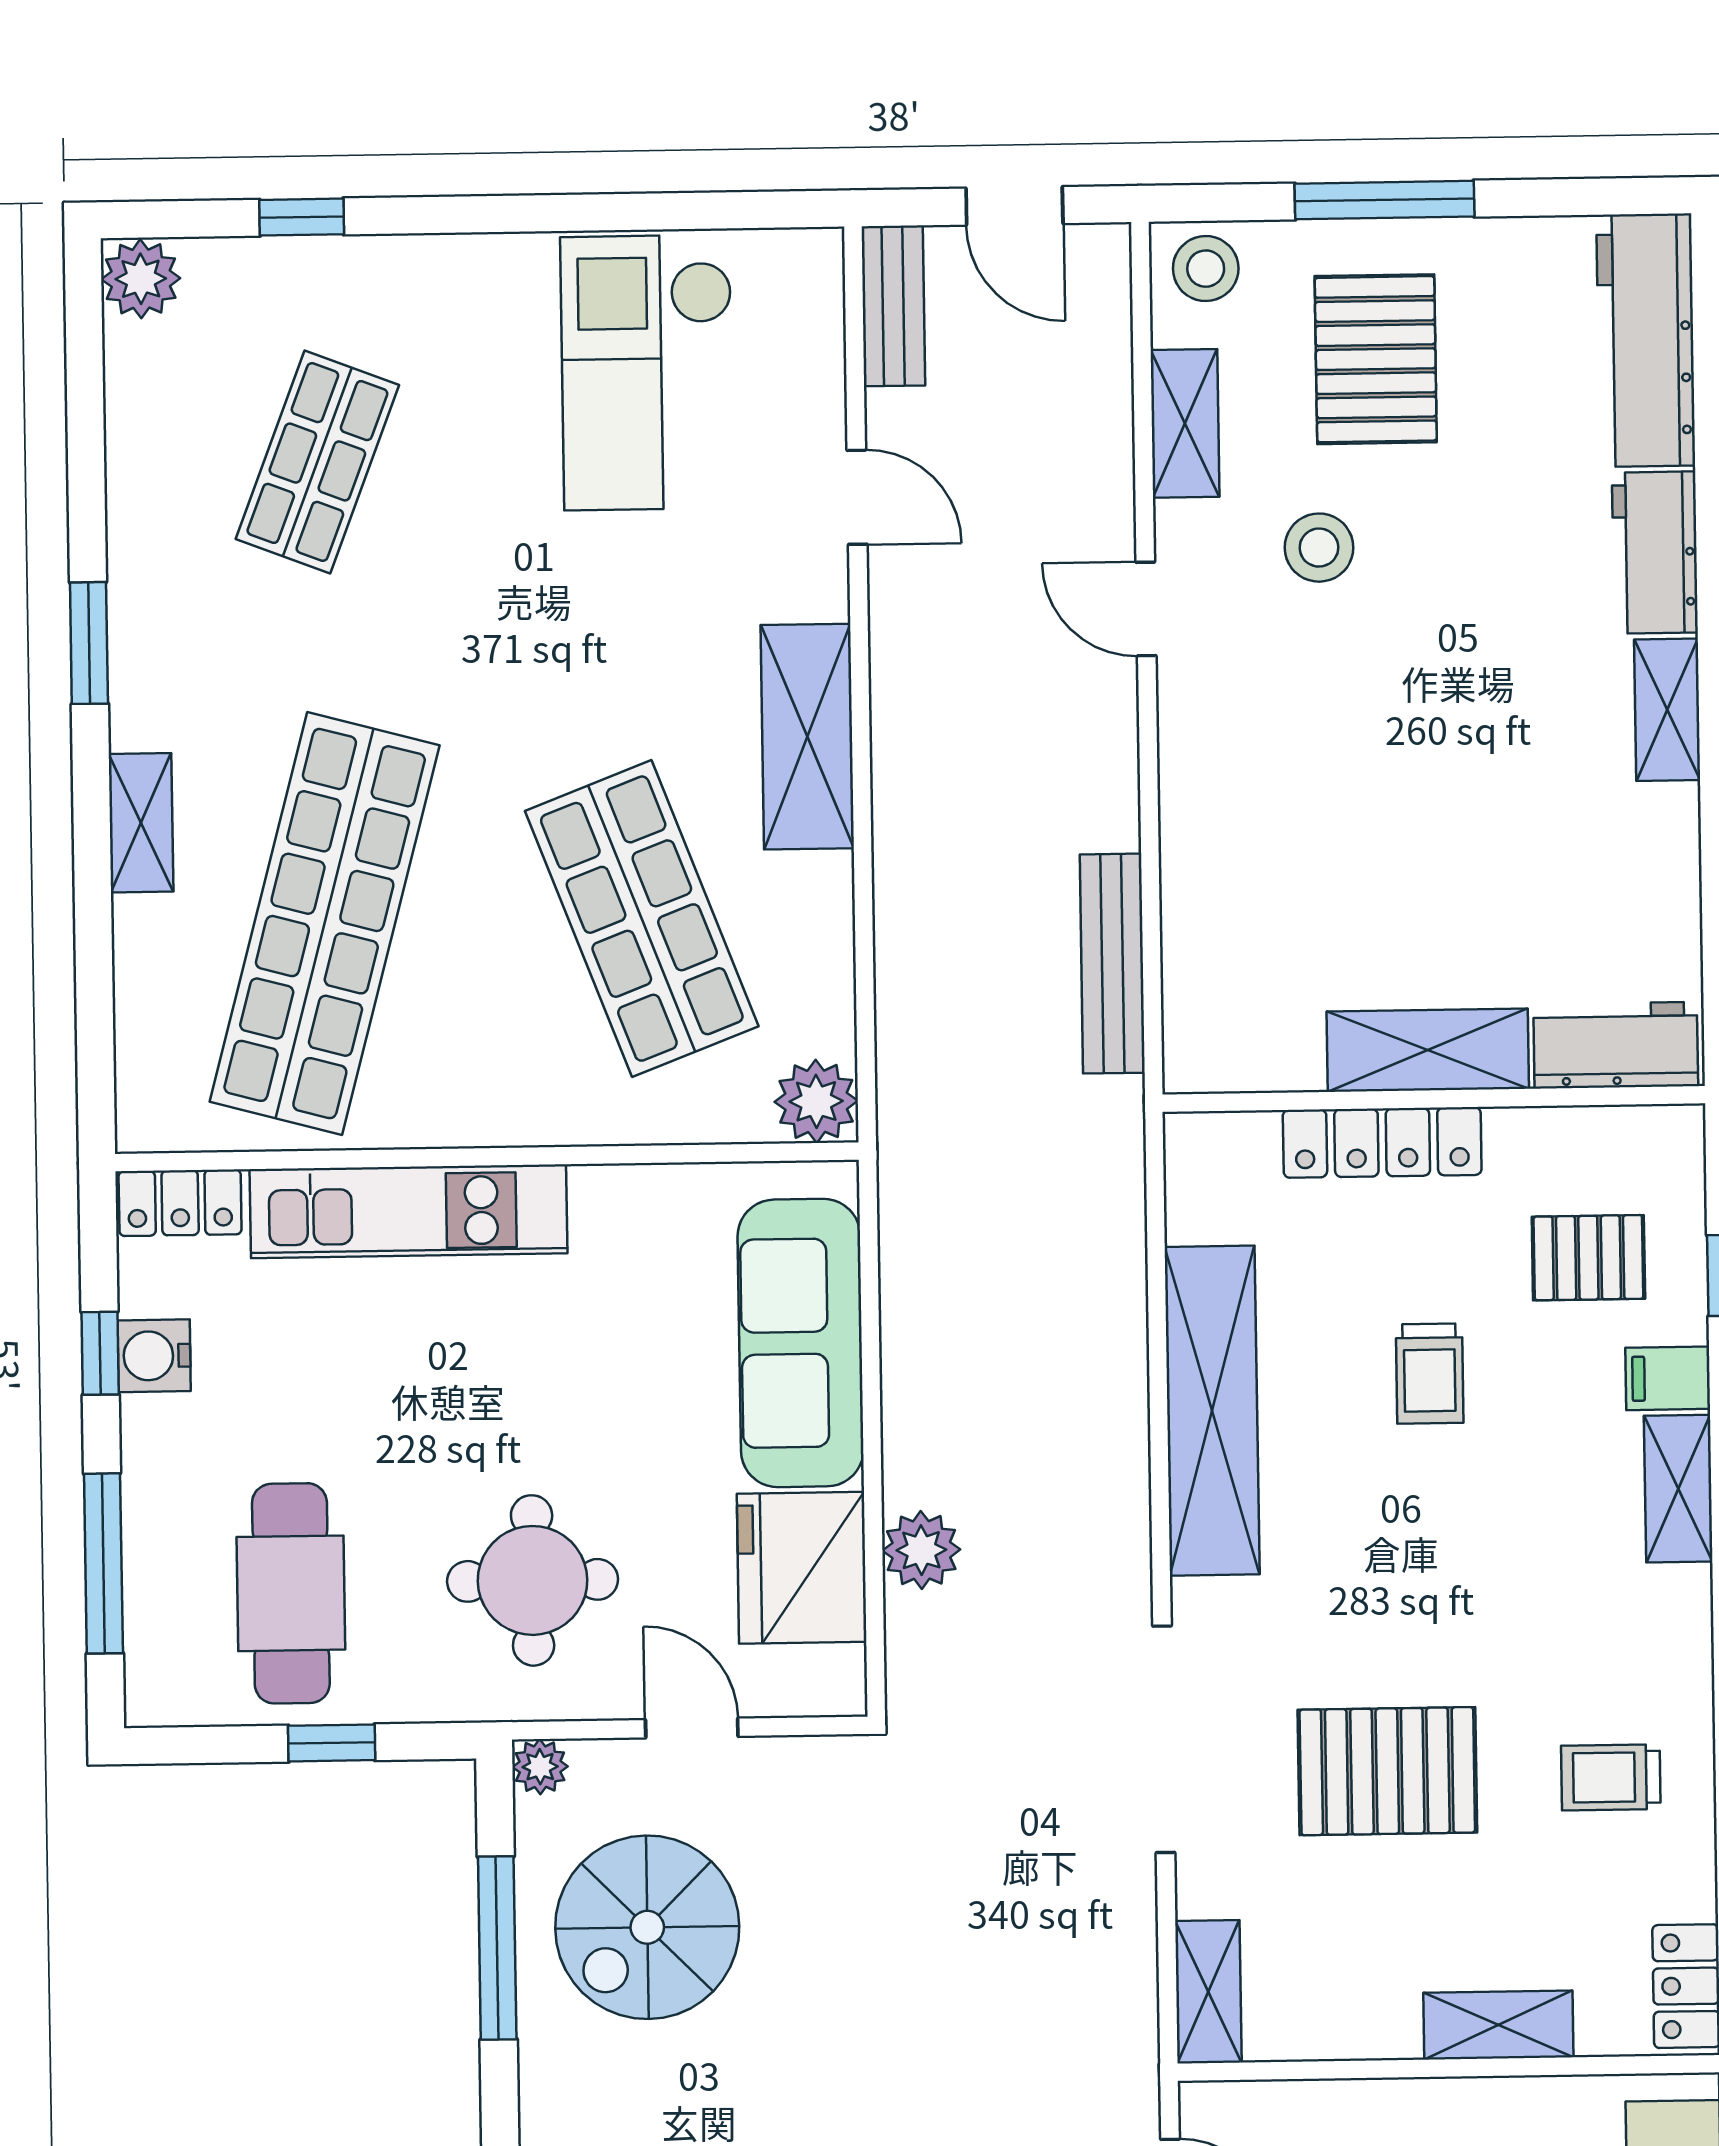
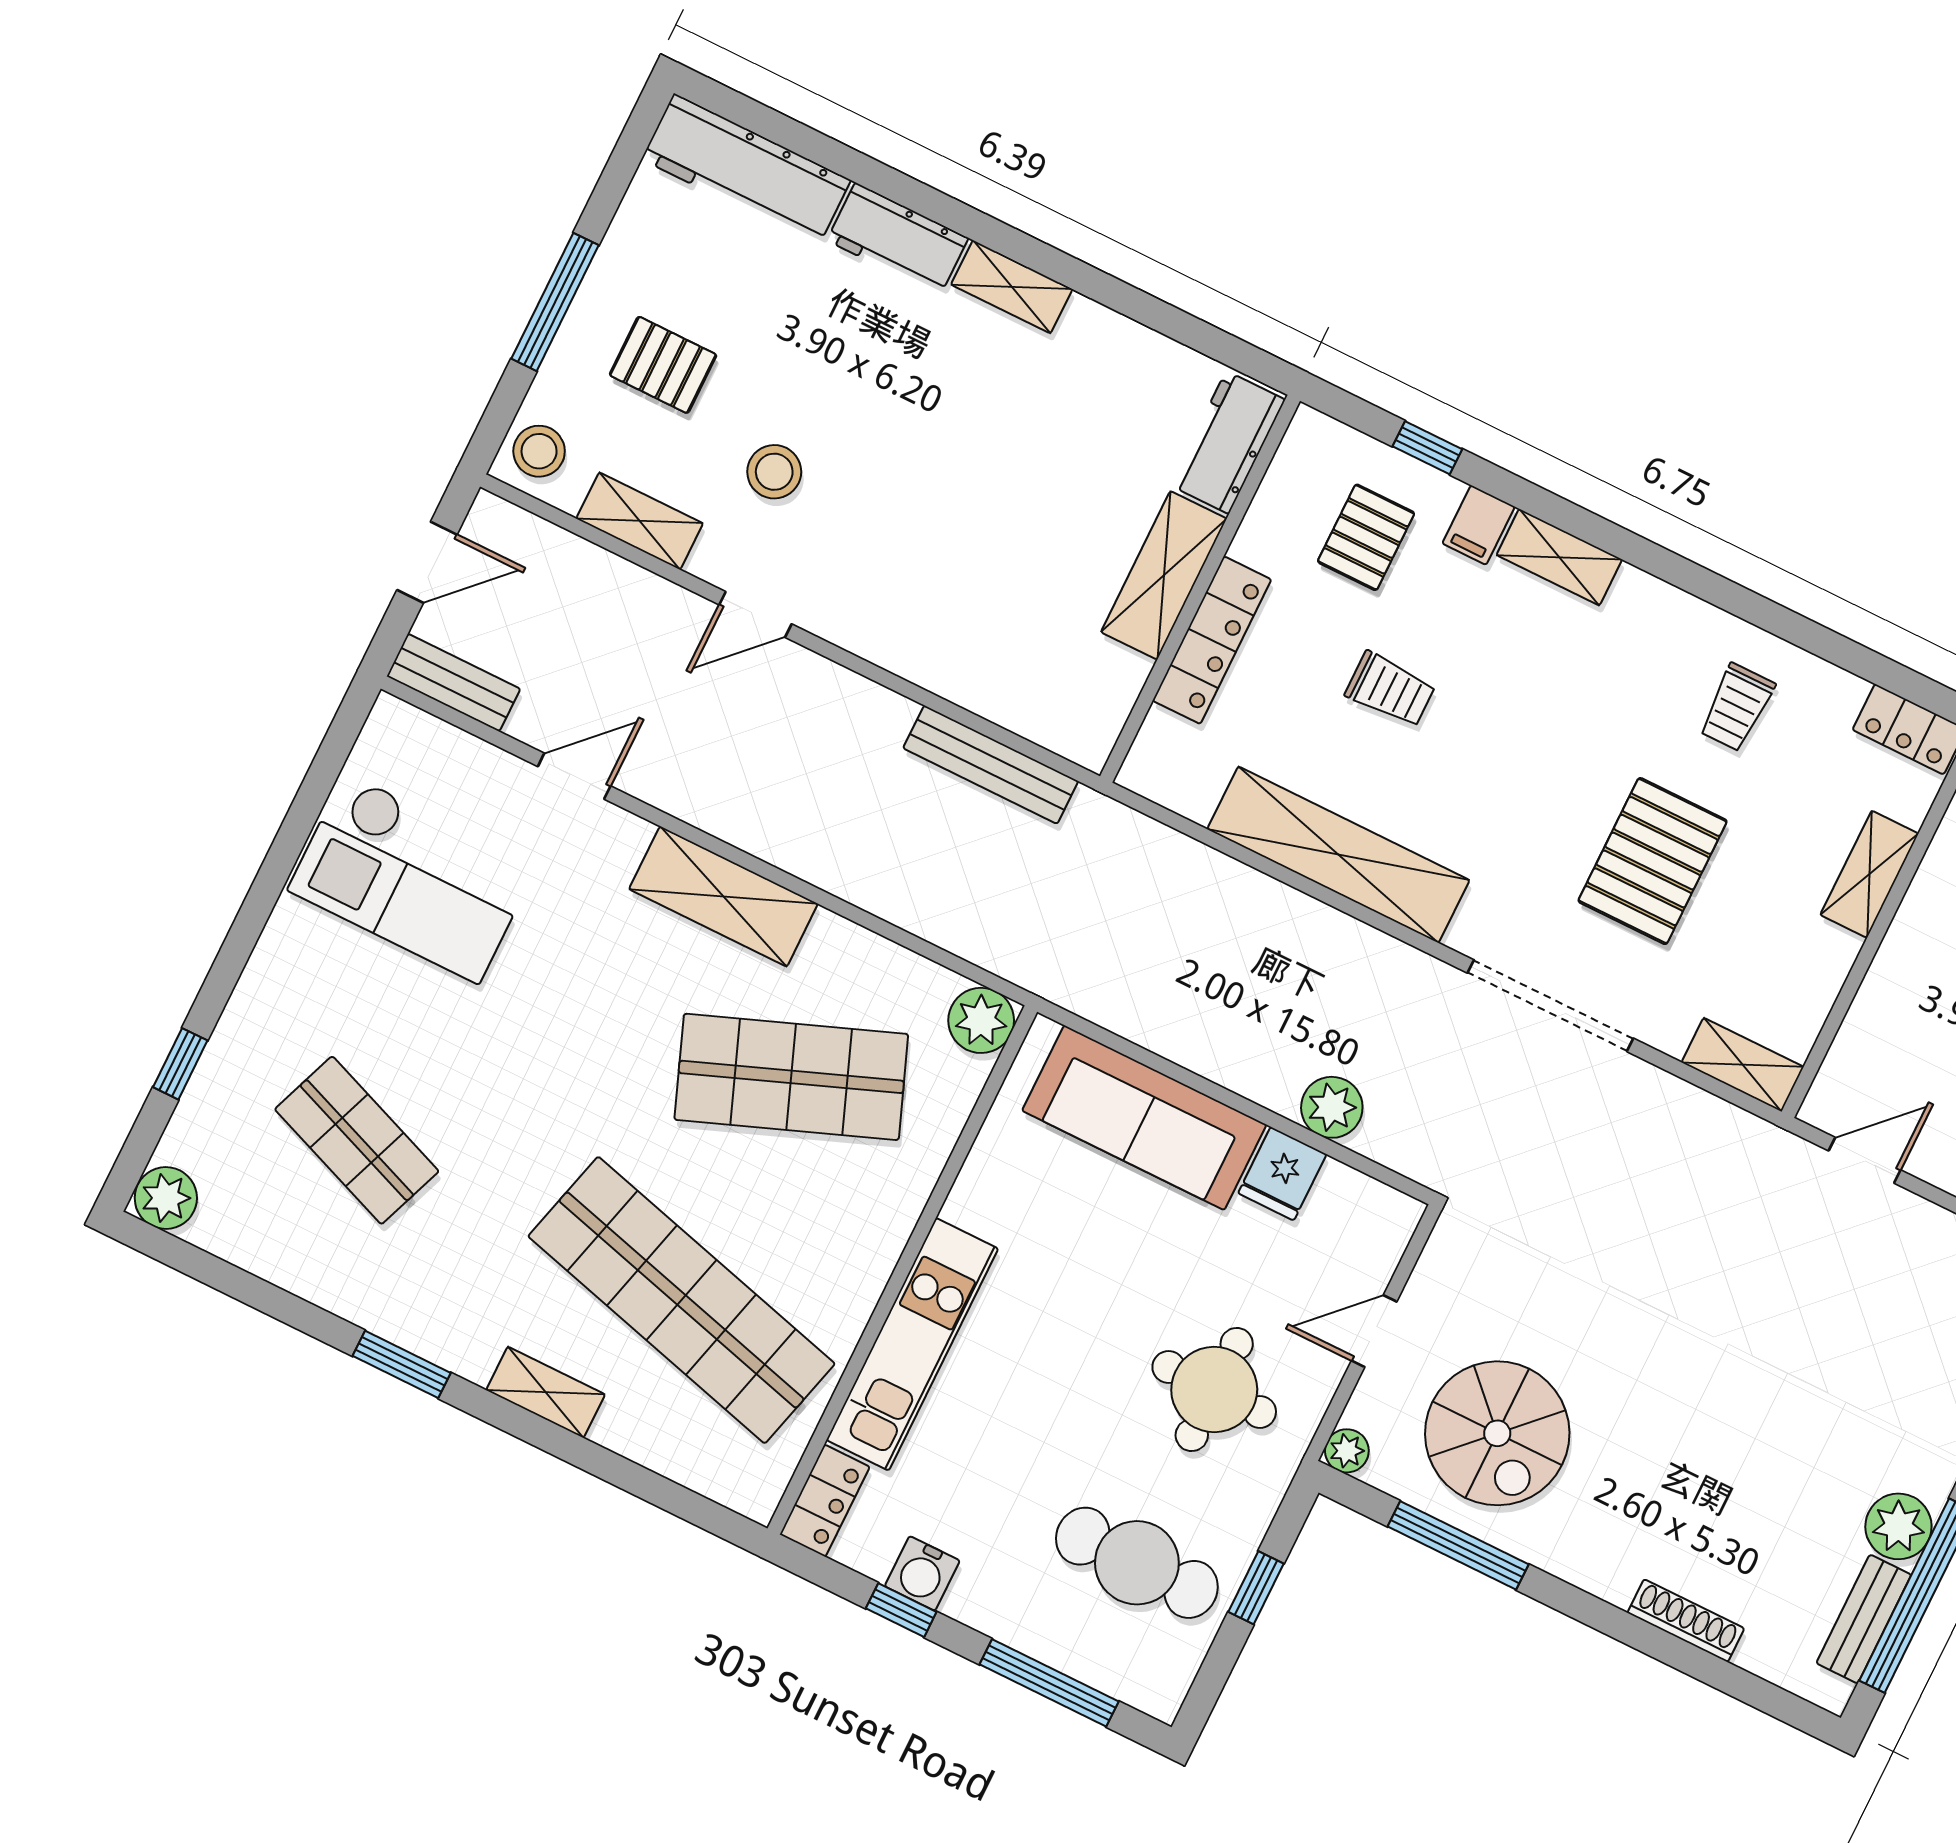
pallet: (1376, 359) -> (663, 365), width x0.67, depth x0.71
fridge: (802, 1568) -> (1282, 1174), width x0.53, depth x0.75

